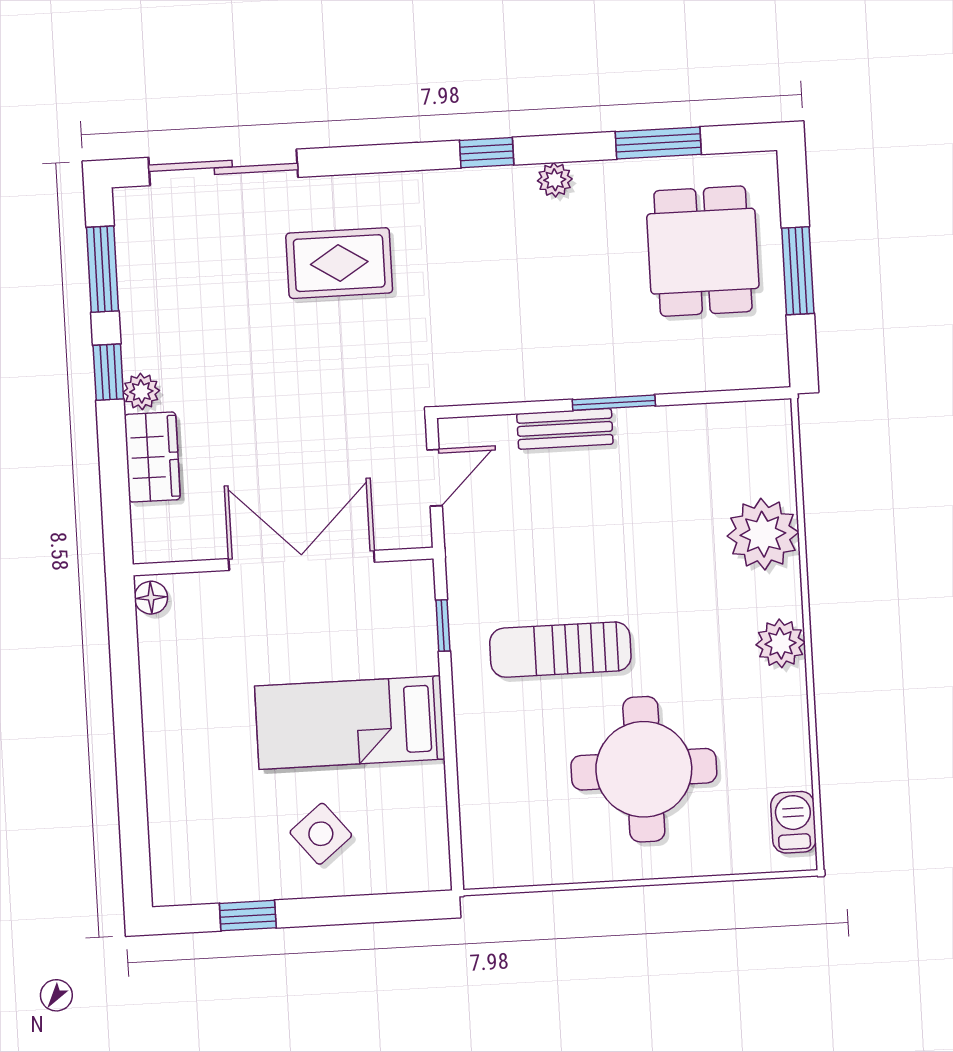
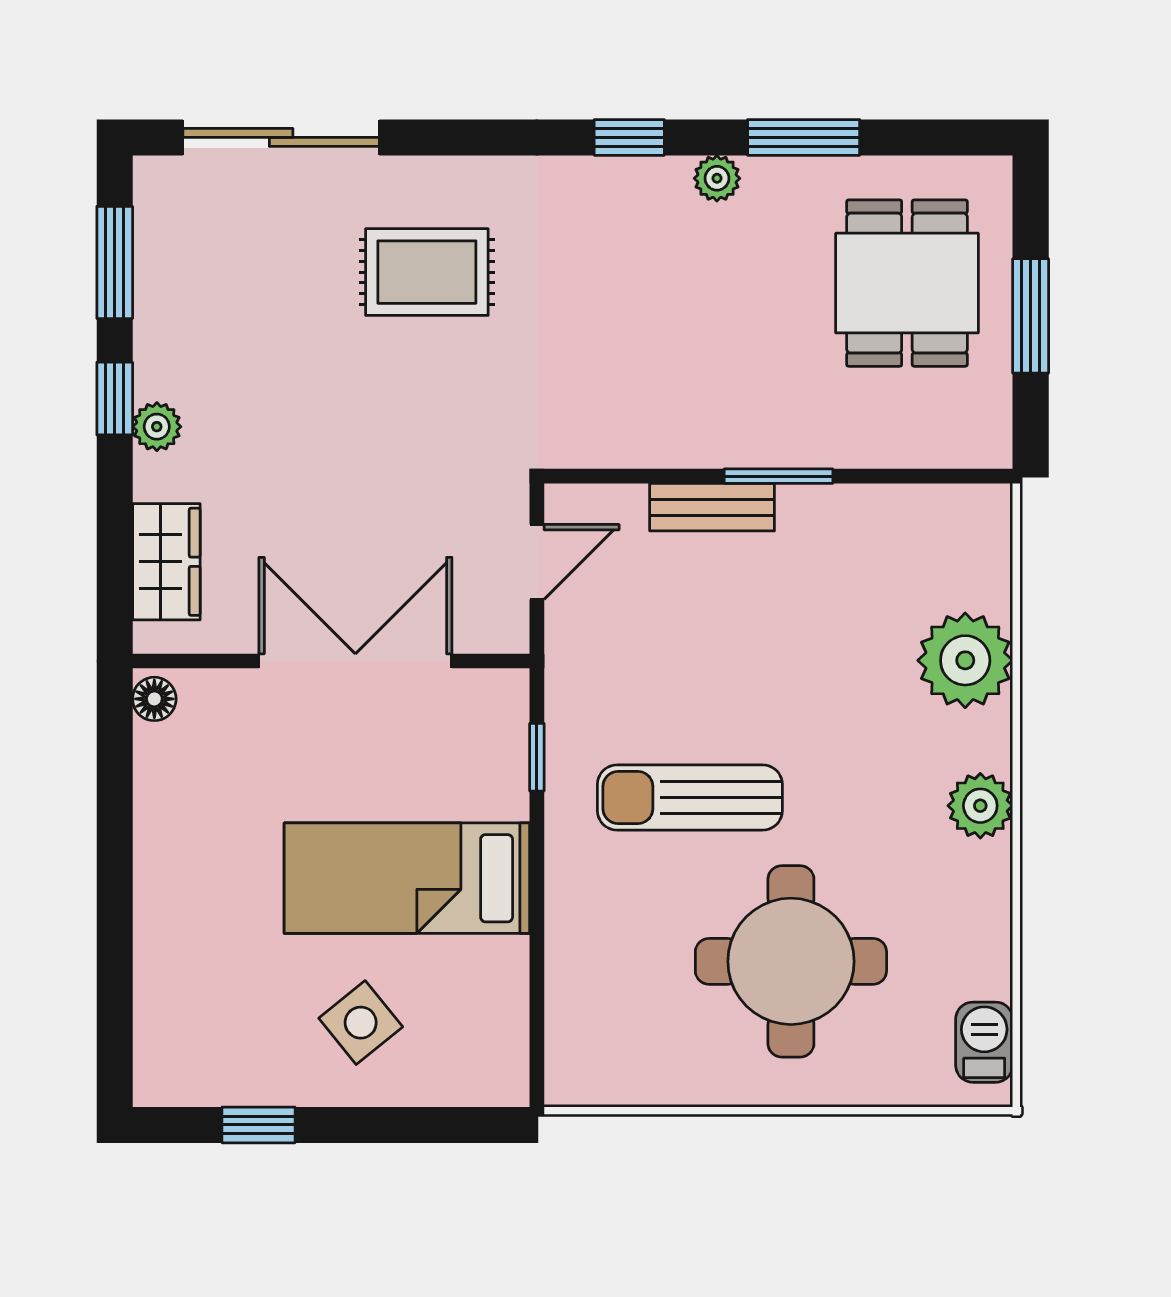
window: (658, 143) -> (804, 137), moved
wardrobe: (152, 457) -> (166, 562), moved

